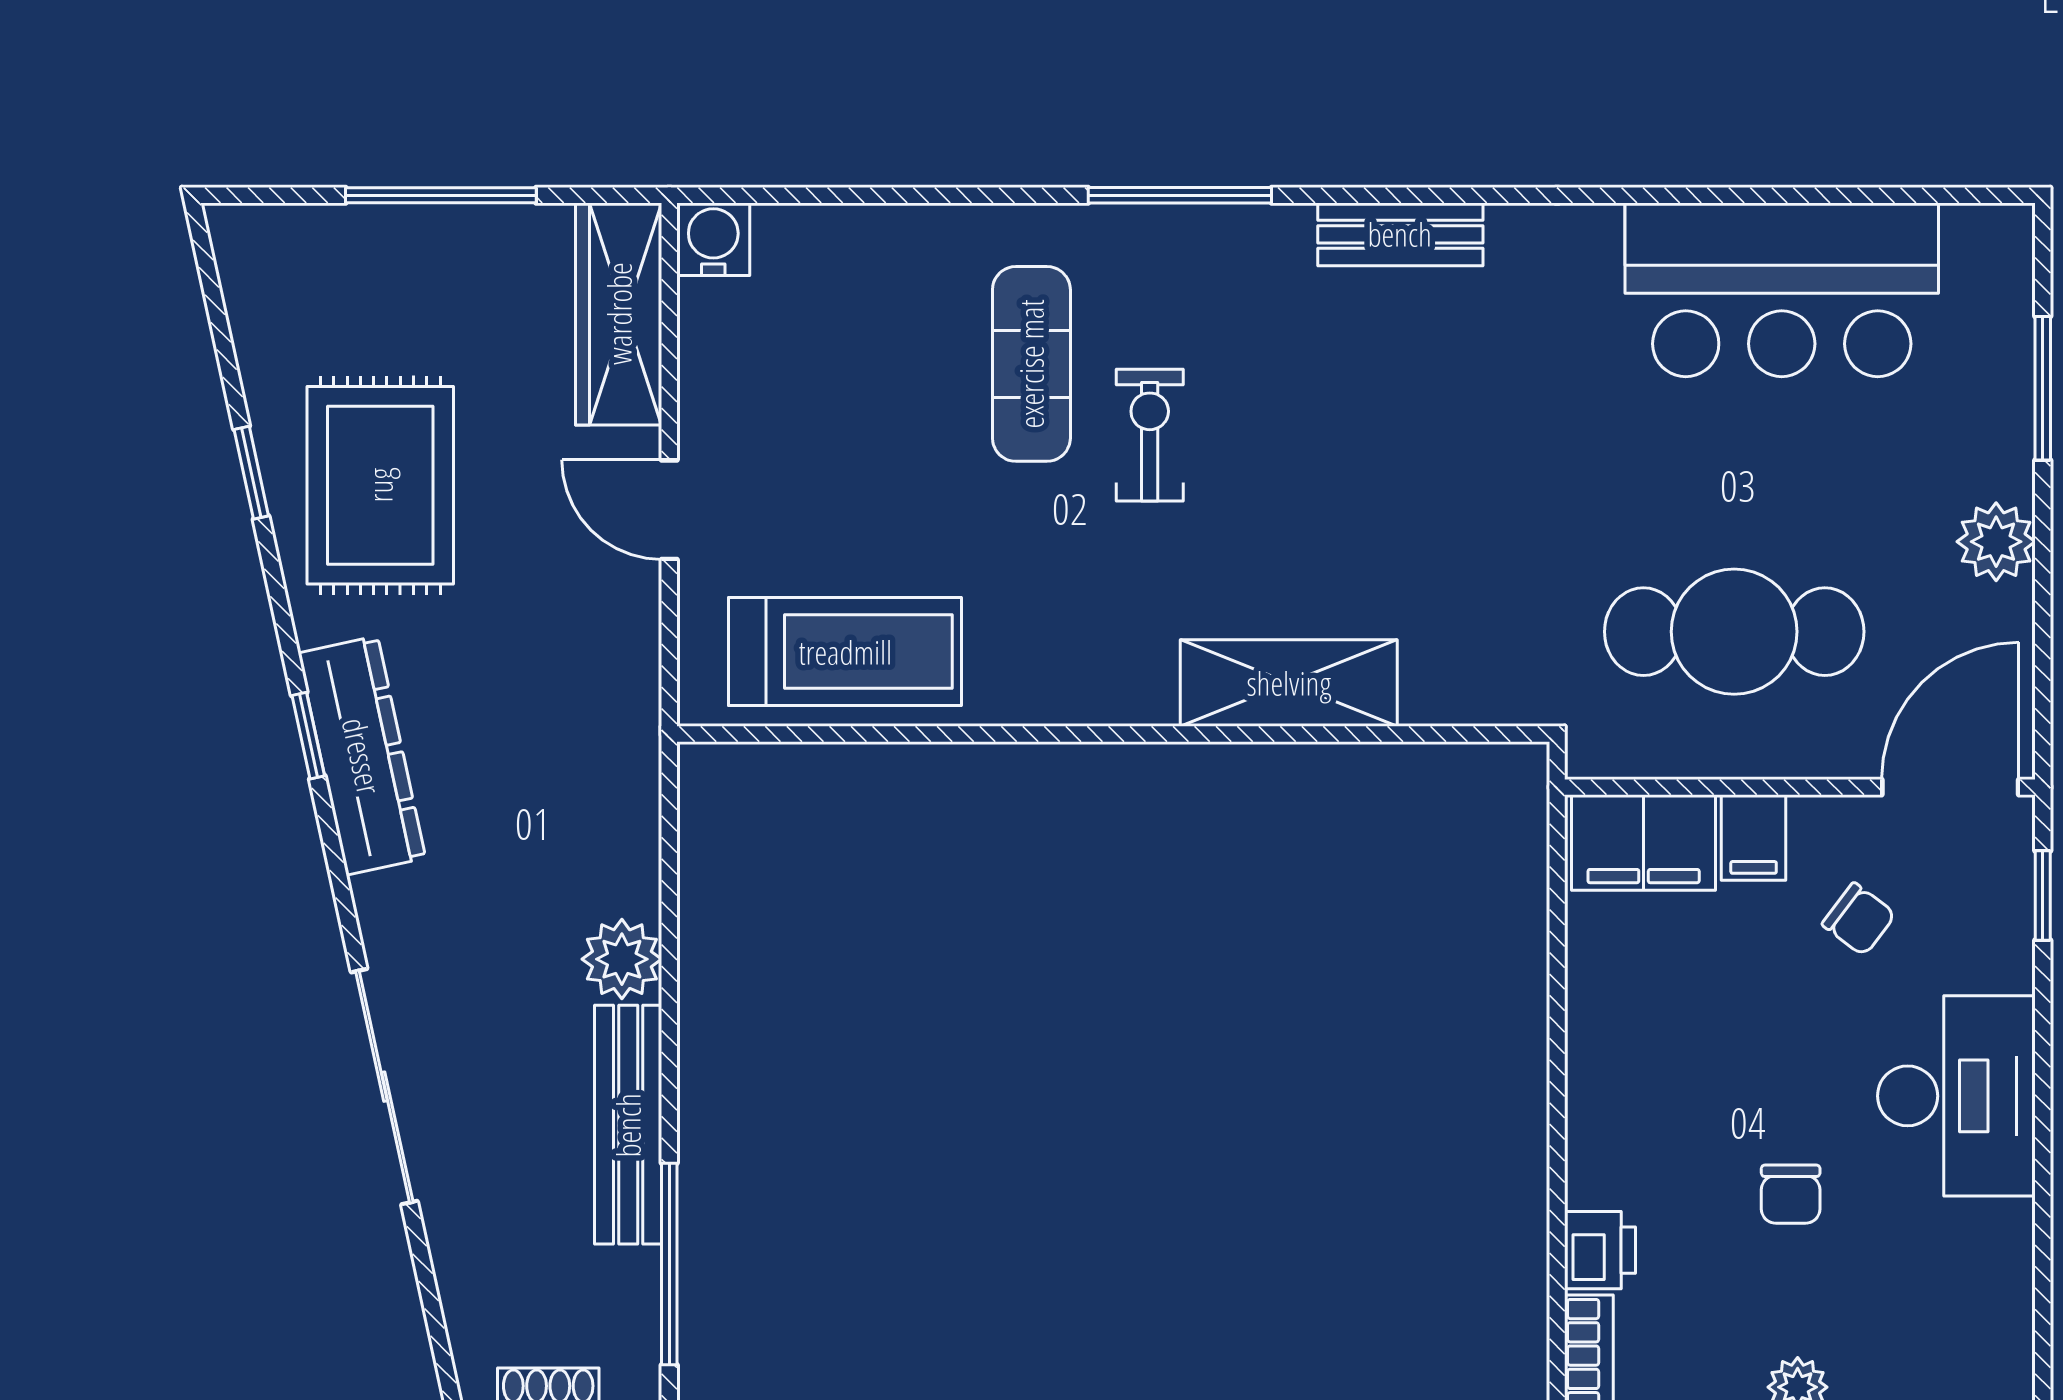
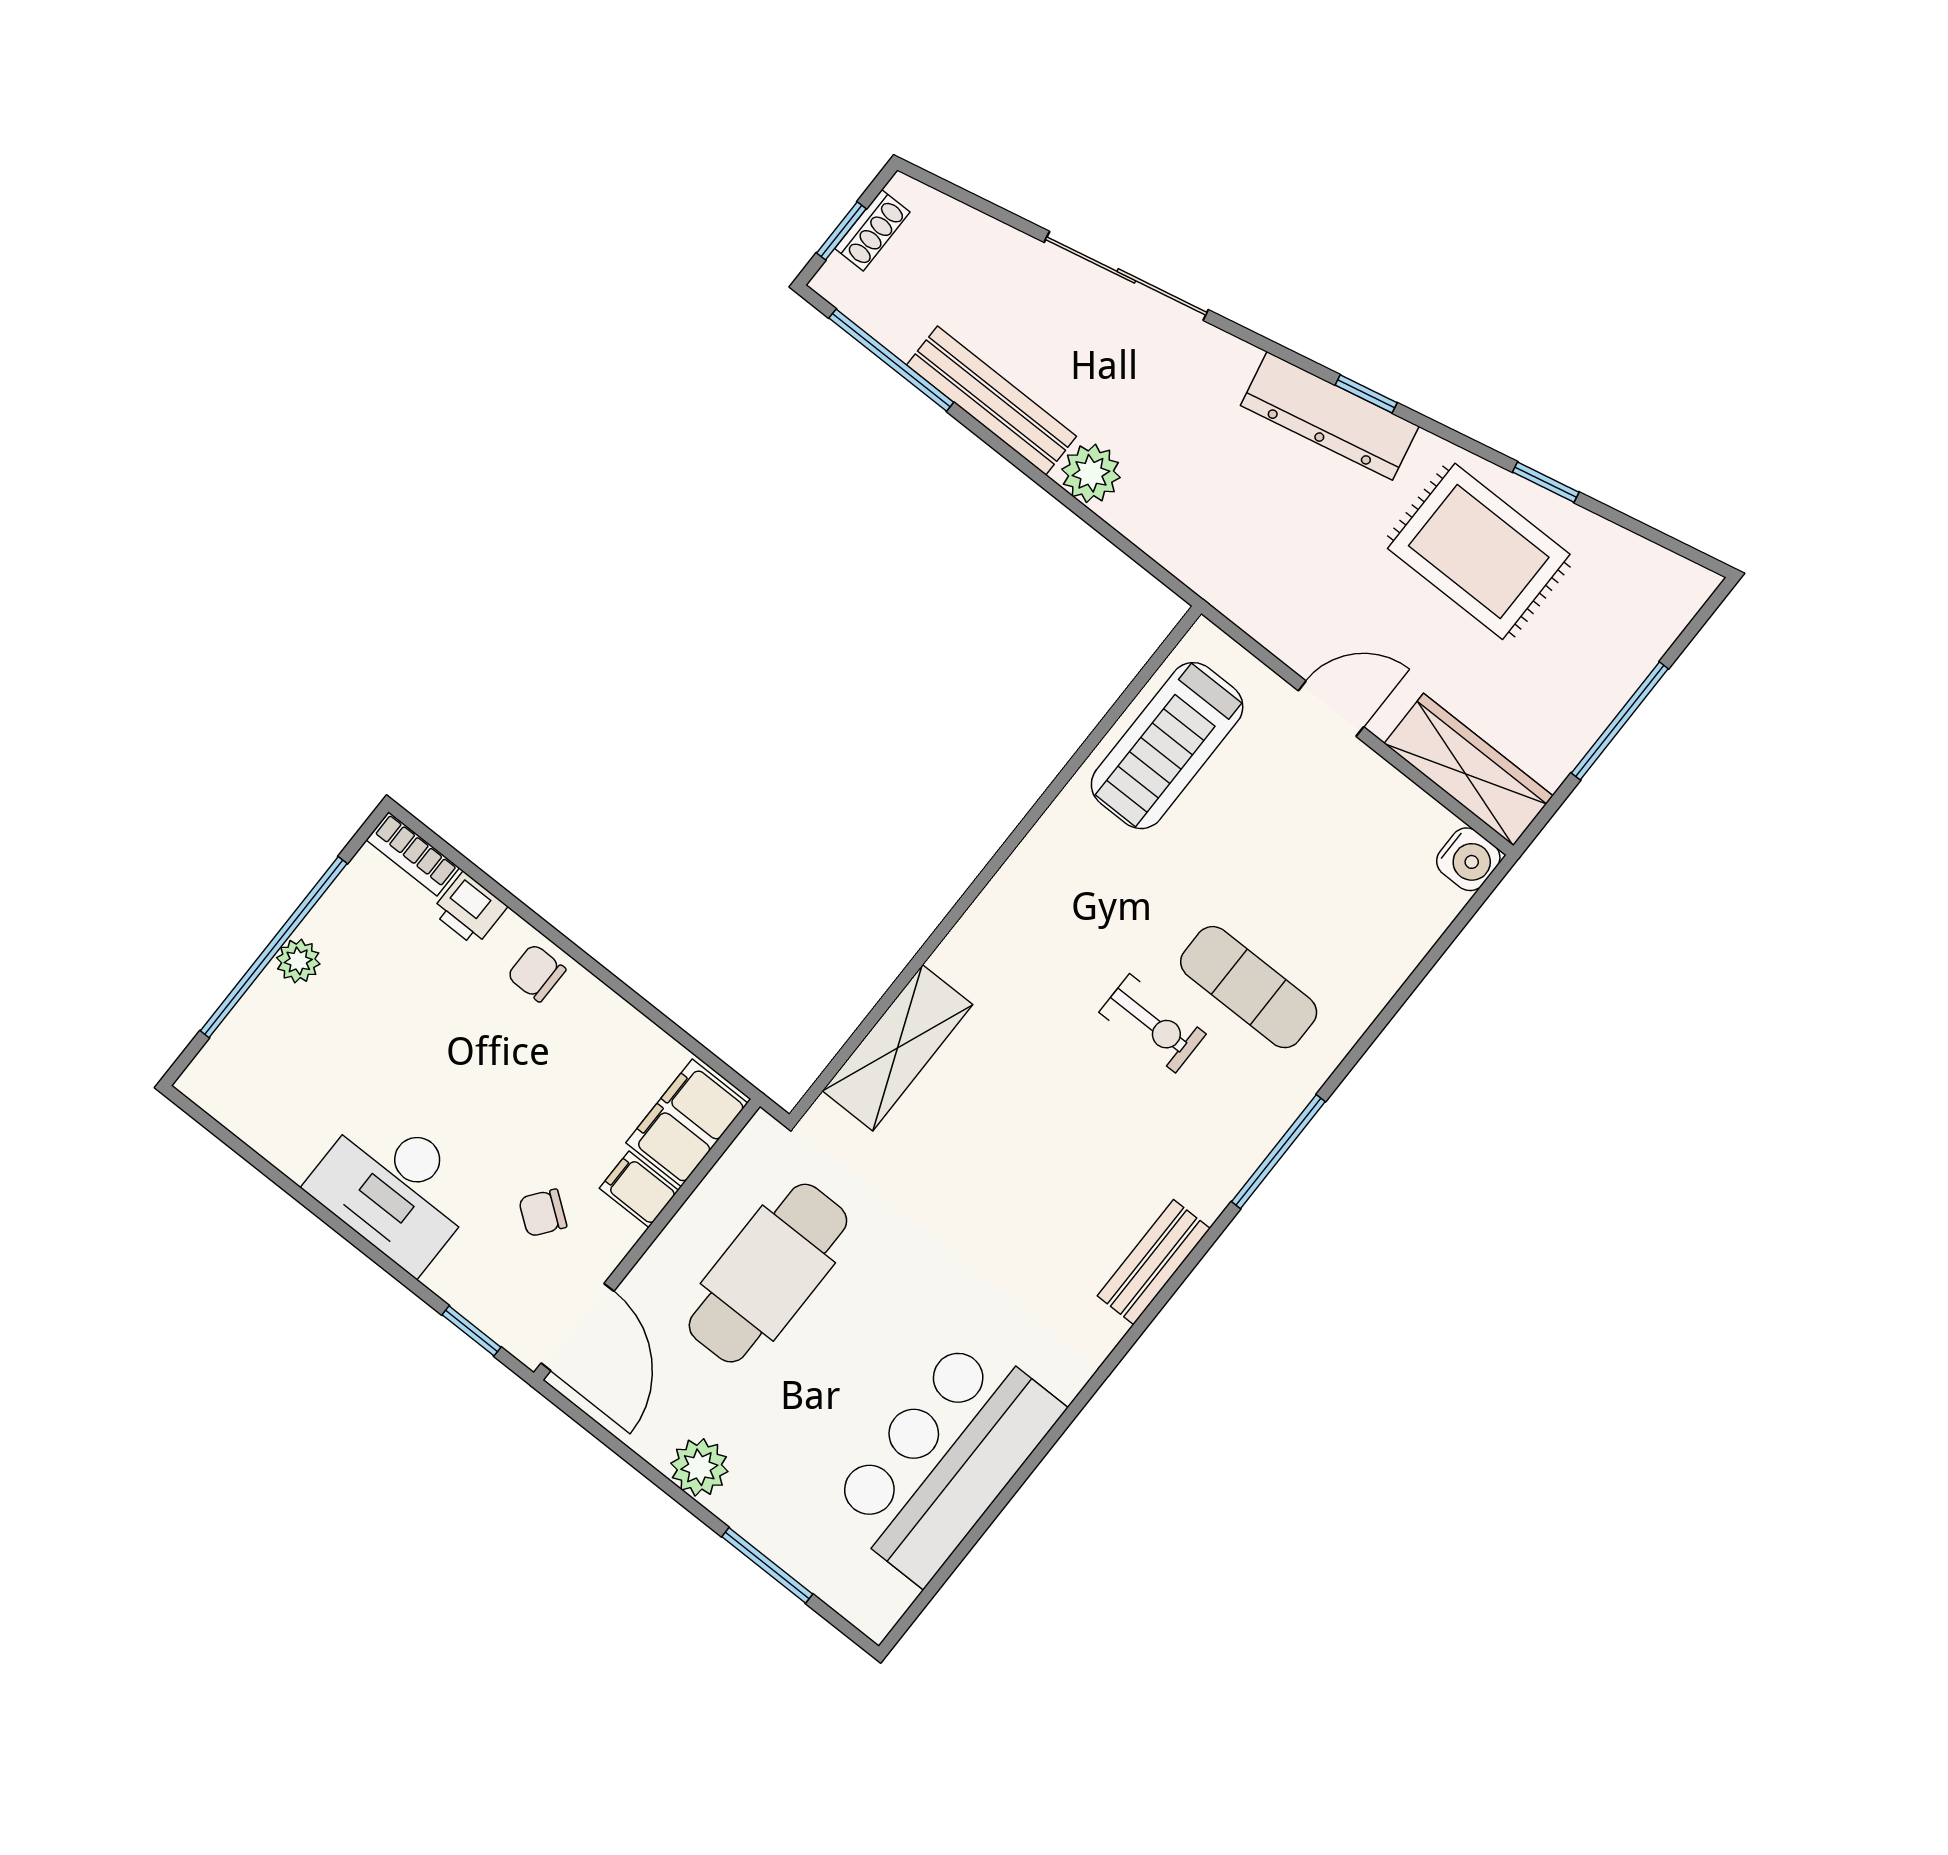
shelving: (1289, 683) -> (898, 1048), moved
chair: (1791, 1194) -> (536, 973), moved

